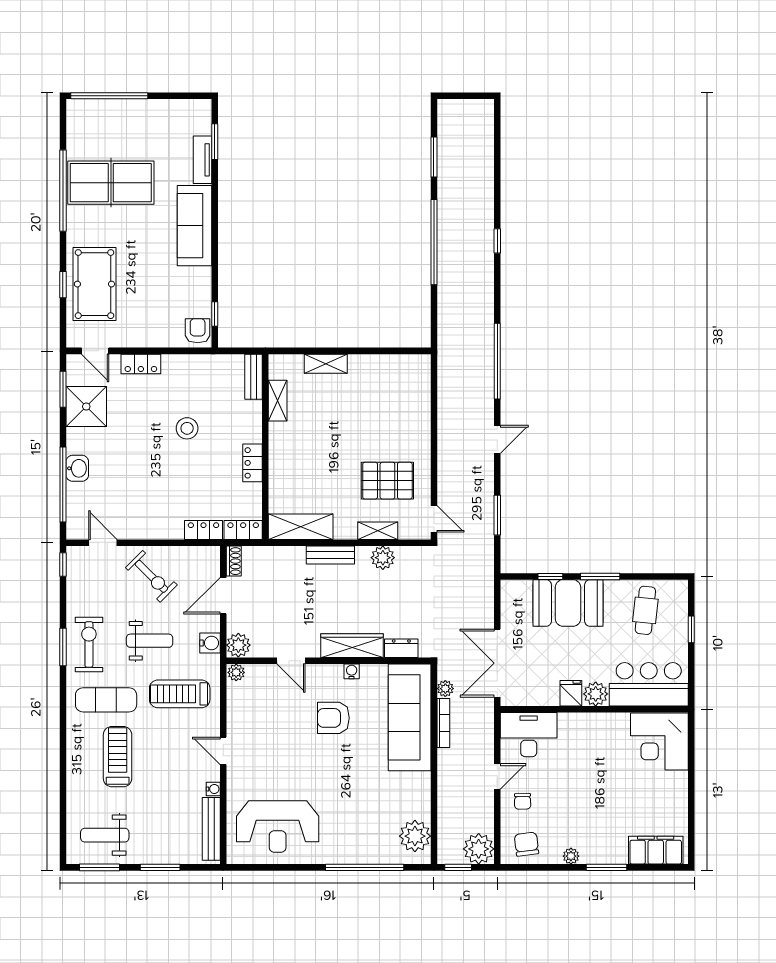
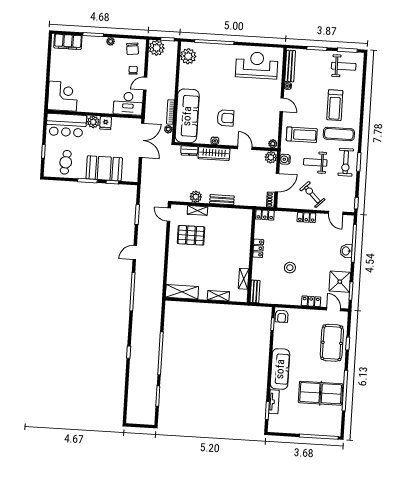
shelving: (301, 527) -> (182, 292), moved
locker: (203, 530) -> (306, 217), moved

